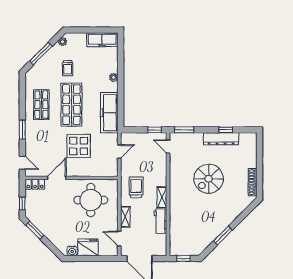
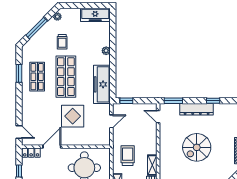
window: (22, 130) -> (19, 73), moved
window: (154, 130) -> (126, 101), moved
dresser: (221, 139) -> (197, 109), moved

